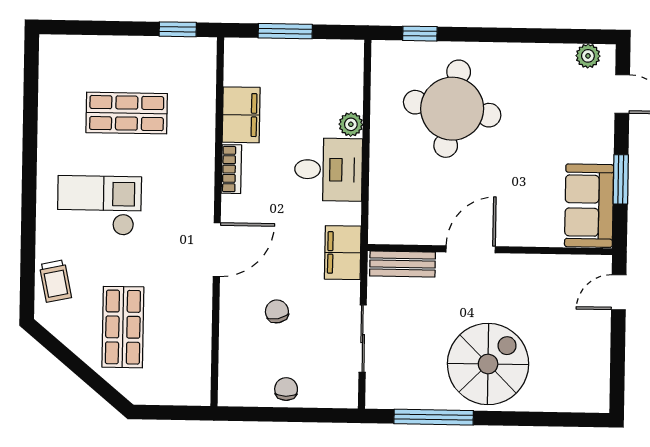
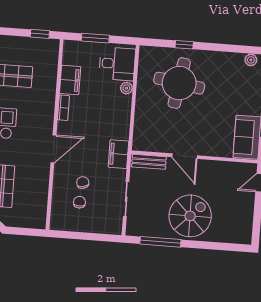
window: (420, 34) -> (184, 45), moved
desk: (328, 170) -> (117, 64), moved
door: (471, 249) -> (185, 156), swing flipped
chair: (286, 389) -> (79, 202), moved

